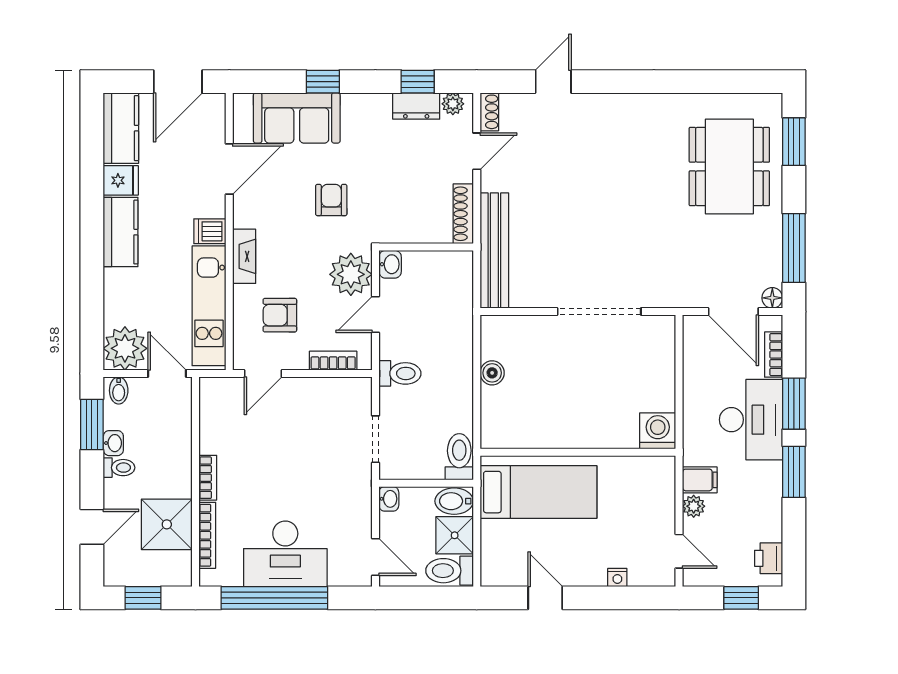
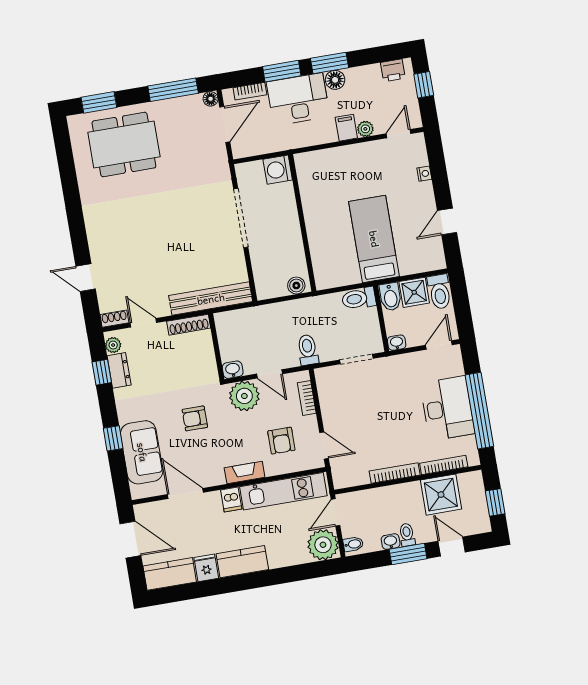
window: (92, 424) -> (408, 554), moved
washing machine: (658, 431) -> (278, 170), moved
wall: (578, 452) -> (302, 223), moved
floor lamp: (769, 476) -> (335, 80), added
bookcase: (208, 478) -> (395, 473), width x1.56

